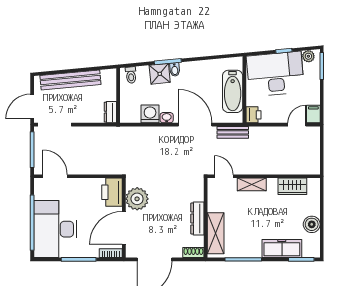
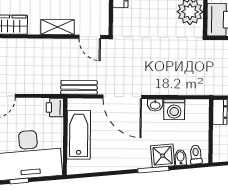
bidet: (175, 70) -> (181, 158), moved

